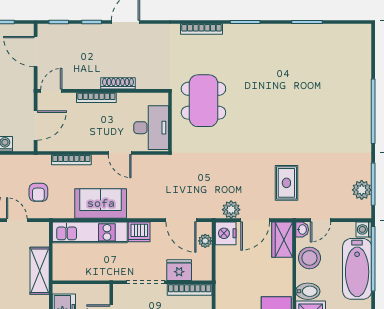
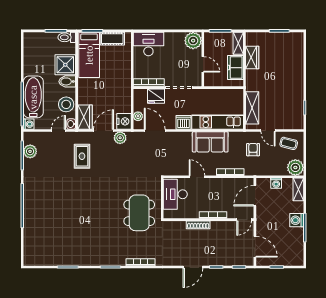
shelving: (40, 271) -> (252, 108), moved

